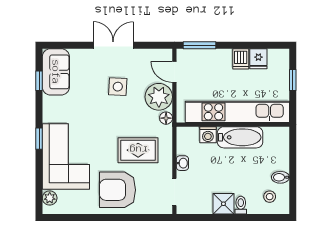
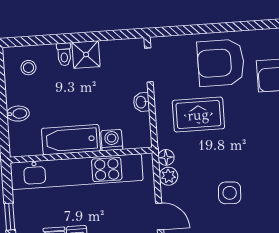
plant: (159, 97) -> (168, 176), width x0.53, depth x0.53
bidet: (280, 177) -> (18, 114), moved
armchair: (118, 190) -> (221, 63), turned 180

